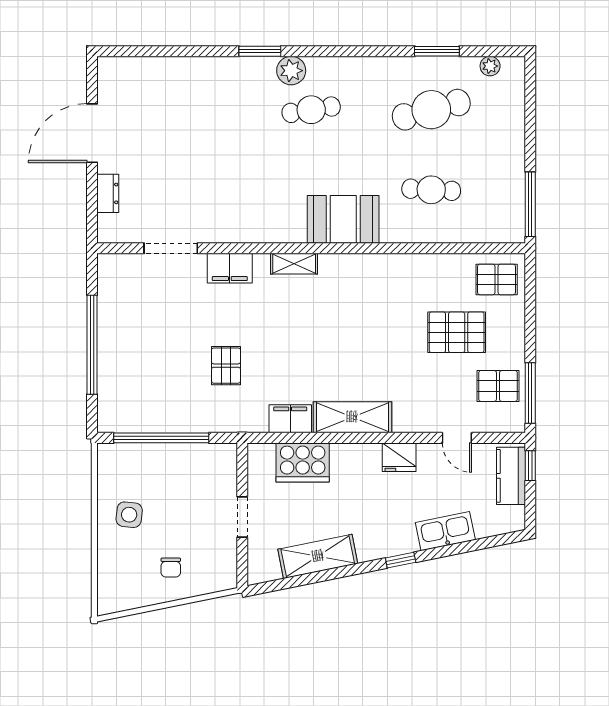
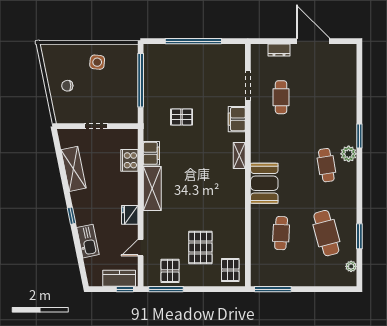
cafe table: (191, 190) -> (281, 97), added
cooker: (303, 462) -> (129, 160), width x0.73, depth x0.76

